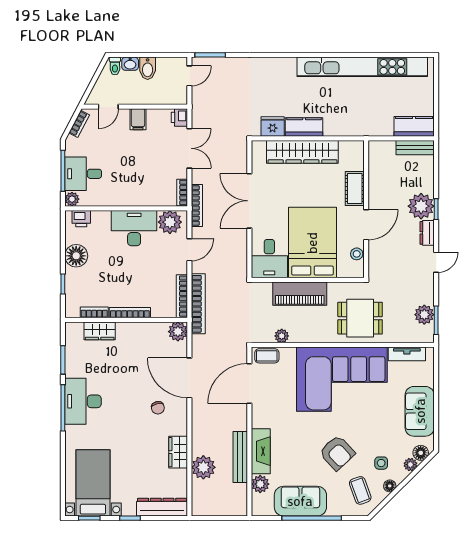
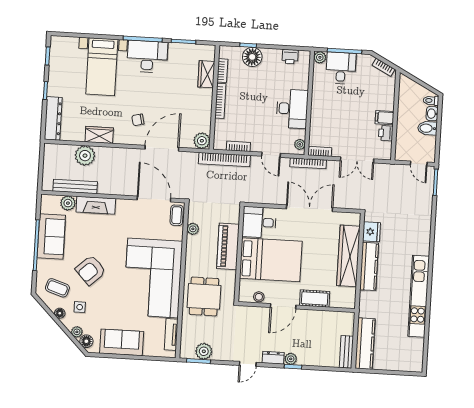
kitchen unit: (362, 67) -> (419, 296), width x0.73
door: (108, 107) -> (397, 93), removed
printer: (179, 117) -> (386, 133), moved, turned -90
kitchen counter: (414, 126) -> (365, 344), width x1.50
kitchen counter: (304, 127) -> (369, 266), width x1.50
plant: (421, 206) -> (291, 359), width x0.53, depth x0.53
printer: (81, 219) -> (290, 57), moved, turned -90
plant: (170, 222) -> (300, 144), width x0.53, depth x0.53
door: (366, 225) -> (283, 306), hinge flipped
floor lamp: (76, 256) -> (252, 57), moved
door: (436, 262) -> (248, 364), hinge flipped
bookcase: (182, 296) -> (238, 146), width x0.64
bench: (240, 457) -> (75, 186), moved
bed with nightstands: (93, 483) -> (102, 67), moved, turned 90
coffee table: (360, 490) -> (57, 288), turned 38

